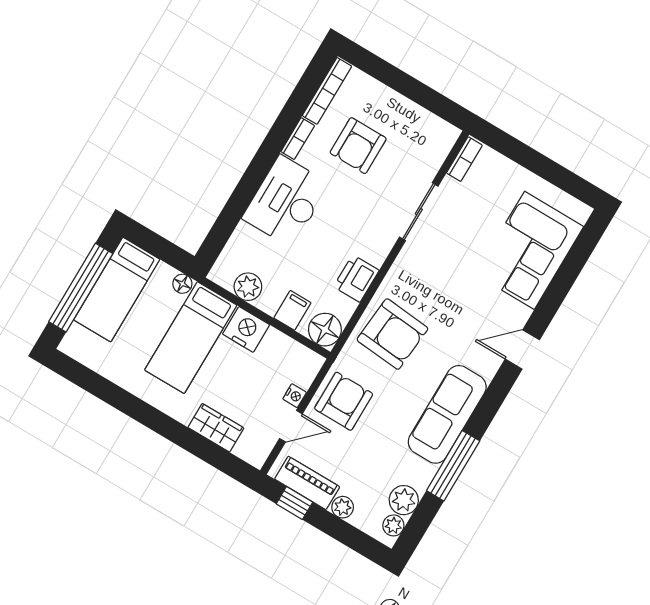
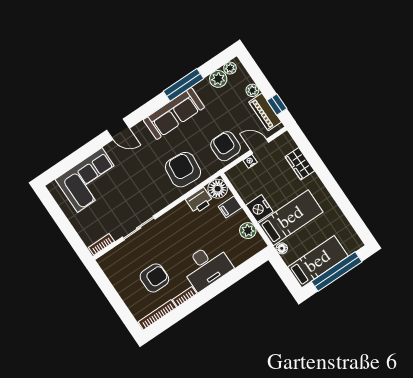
printer: (356, 278) -> (199, 201), moved
armchair: (344, 401) -> (226, 146), turned 90

